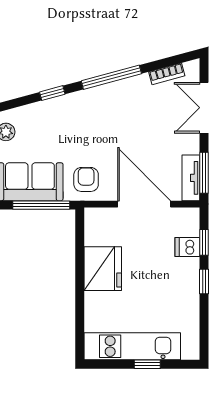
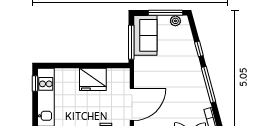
armchair: (86, 179) -> (147, 69), removed
window: (147, 364) -> (35, 83), moved

